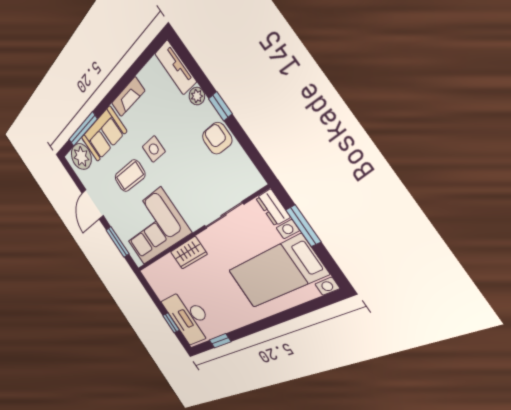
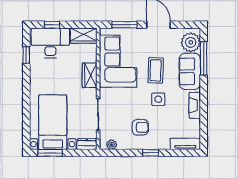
plant: (197, 96) -> (112, 145), moved
armchair: (217, 138) -> (140, 127), moved
window: (303, 226) -> (50, 153), moved
wardrobe: (157, 282) -> (84, 36), added

